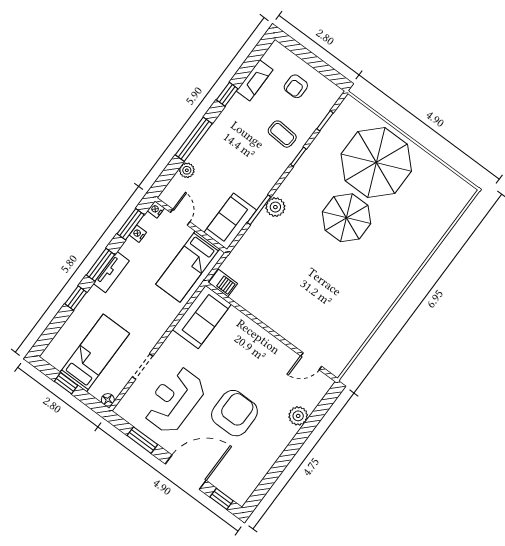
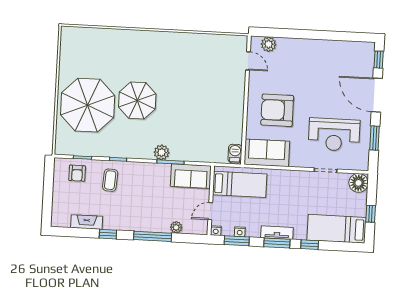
armchair: (296, 86) -> (77, 173), moved, turned 90
bed: (95, 353) -> (337, 229), moved
floor lamp: (108, 400) -> (358, 183), width x1.89, depth x1.89
armchair: (234, 413) -> (277, 110), moved
plant: (298, 416) -> (269, 44), moved

